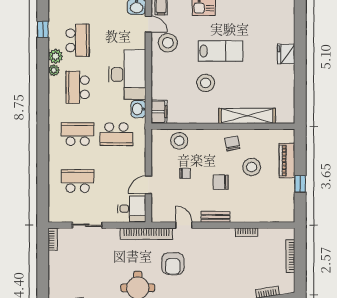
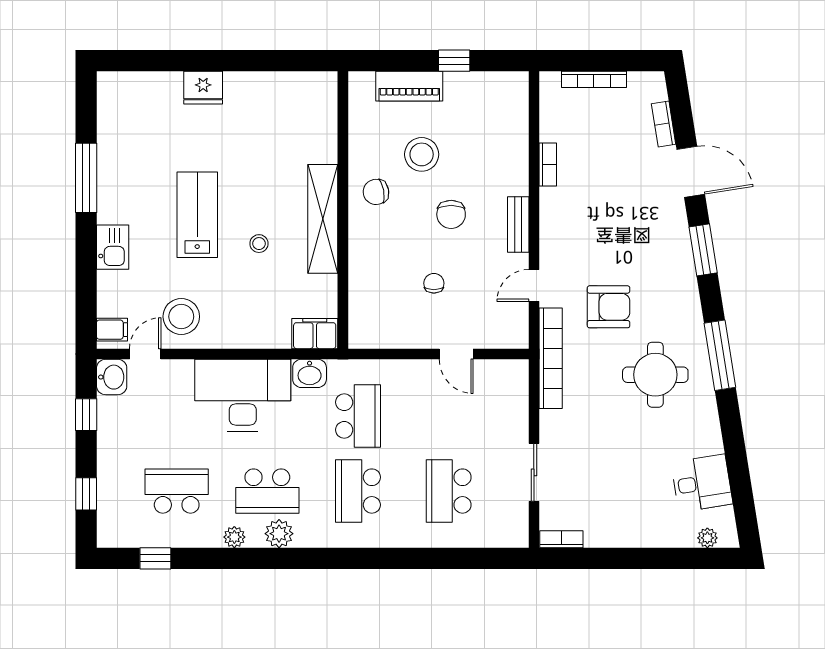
plant: (56, 56) -> (279, 534), moved
stool: (206, 83) -> (259, 244), width x0.53, depth x0.53
shelving: (247, 116) -> (323, 219), moved
stool: (179, 141) -> (371, 295), removed
desk: (132, 209) -> (502, 386), removed

